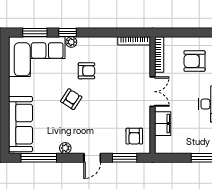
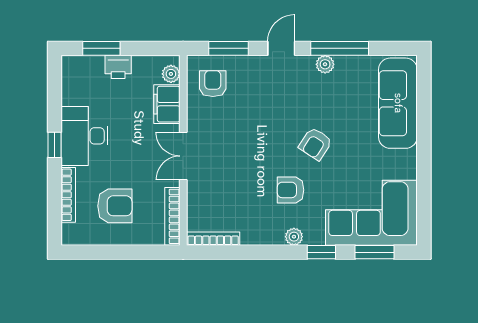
plant: (71, 42) -> (294, 237), moved
plant: (160, 142) -> (171, 74), added
printer: (192, 146) -> (118, 67), added
window: (39, 158) -> (340, 48), moved

